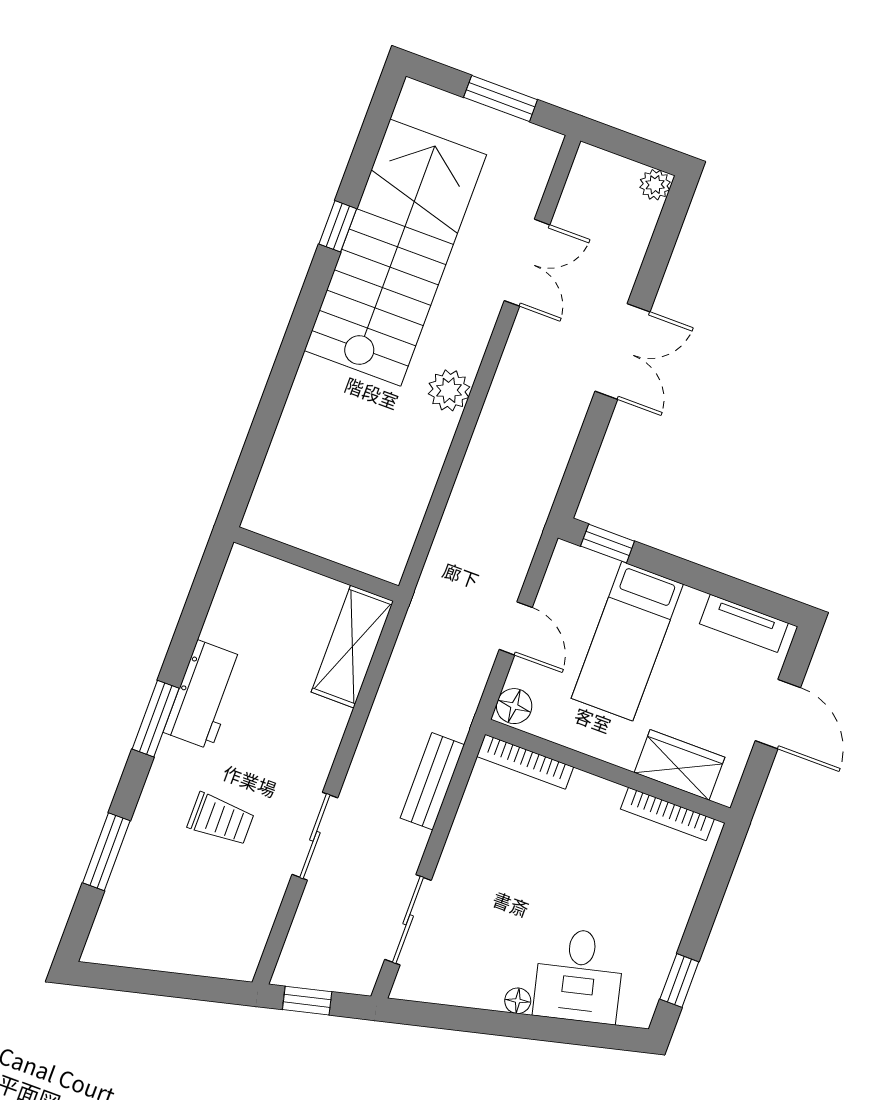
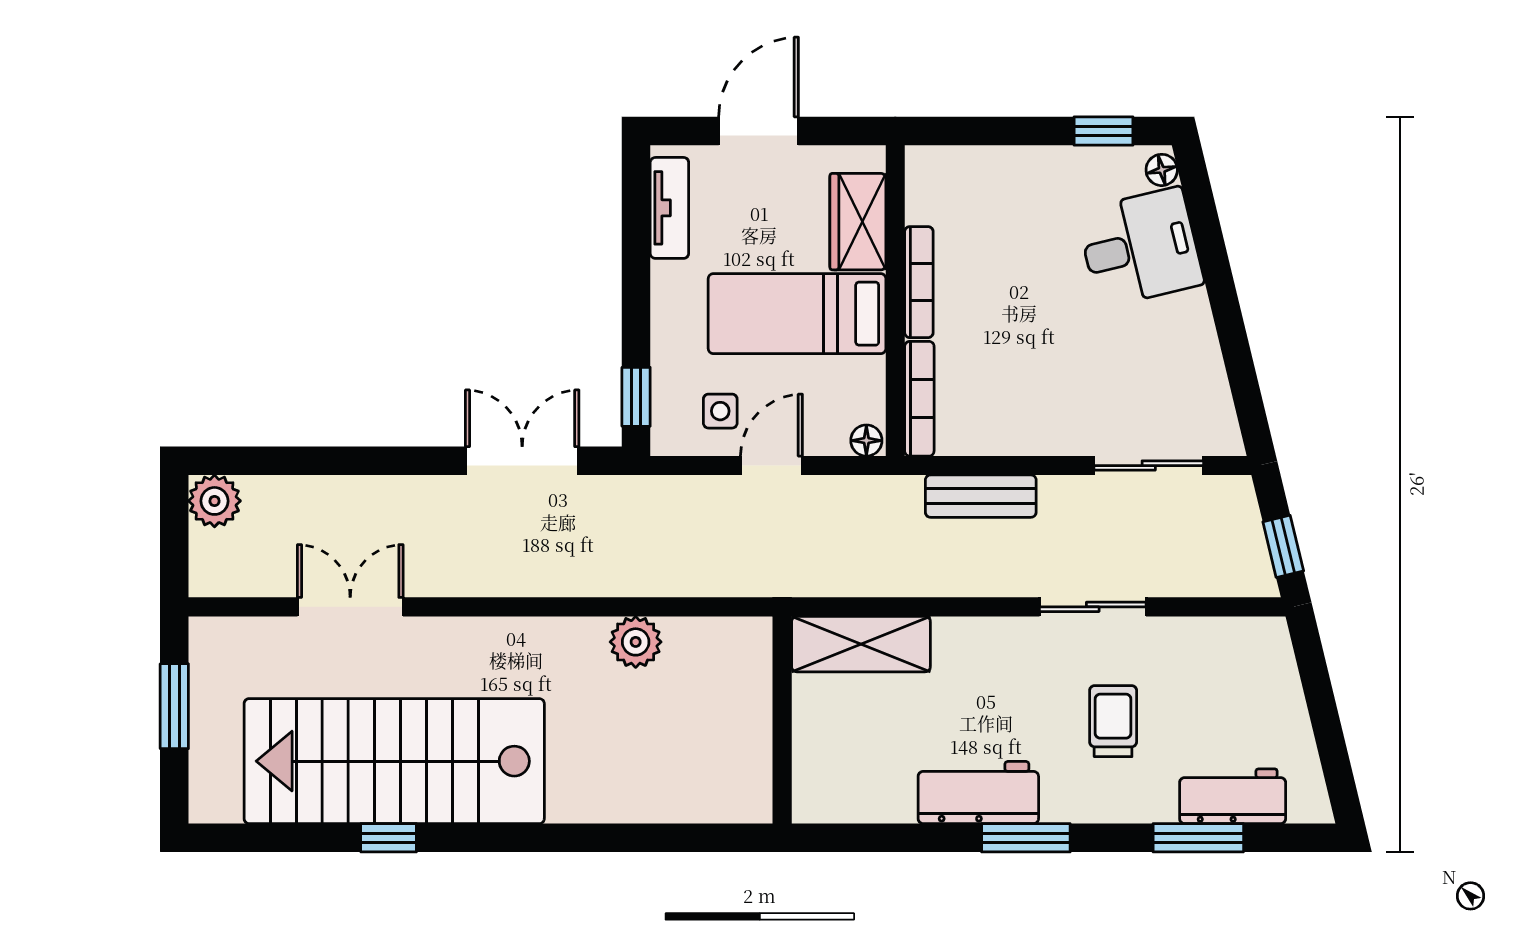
plant: (655, 185) -> (214, 501), width x1.38, depth x1.38
double door: (622, 351) -> (522, 461), moved
plant: (449, 390) -> (636, 642), moved
side table: (572, 604) -> (720, 411), added
bed: (627, 641) -> (797, 314), moved, turned 180
floor lamp: (514, 706) -> (866, 441), width x0.73, depth x0.73
bookcase: (667, 814) -> (919, 282), moved
workbench: (129, 890) -> (1233, 796), added
floor lamp: (518, 1001) -> (1162, 170), moved

